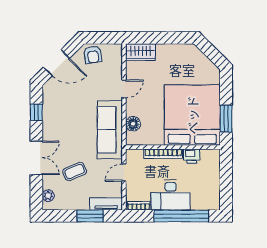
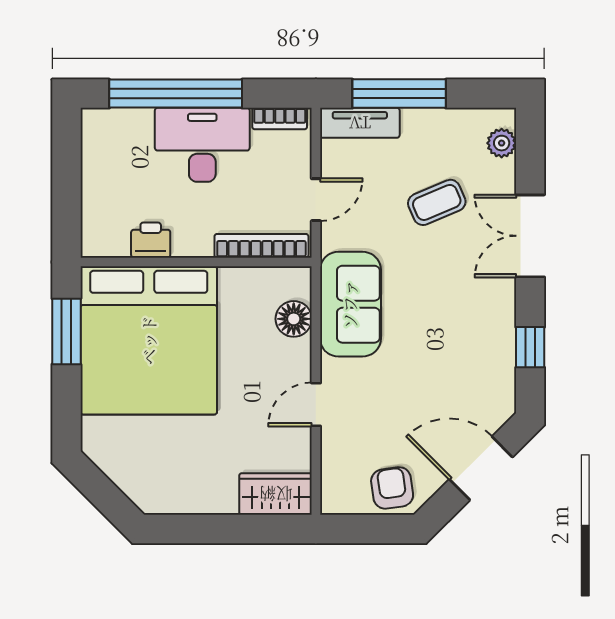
sofa: (110, 130) -> (350, 304), width x0.73
bookcase: (163, 154) -> (261, 246), moved
window: (90, 216) -> (399, 94), width x1.44

